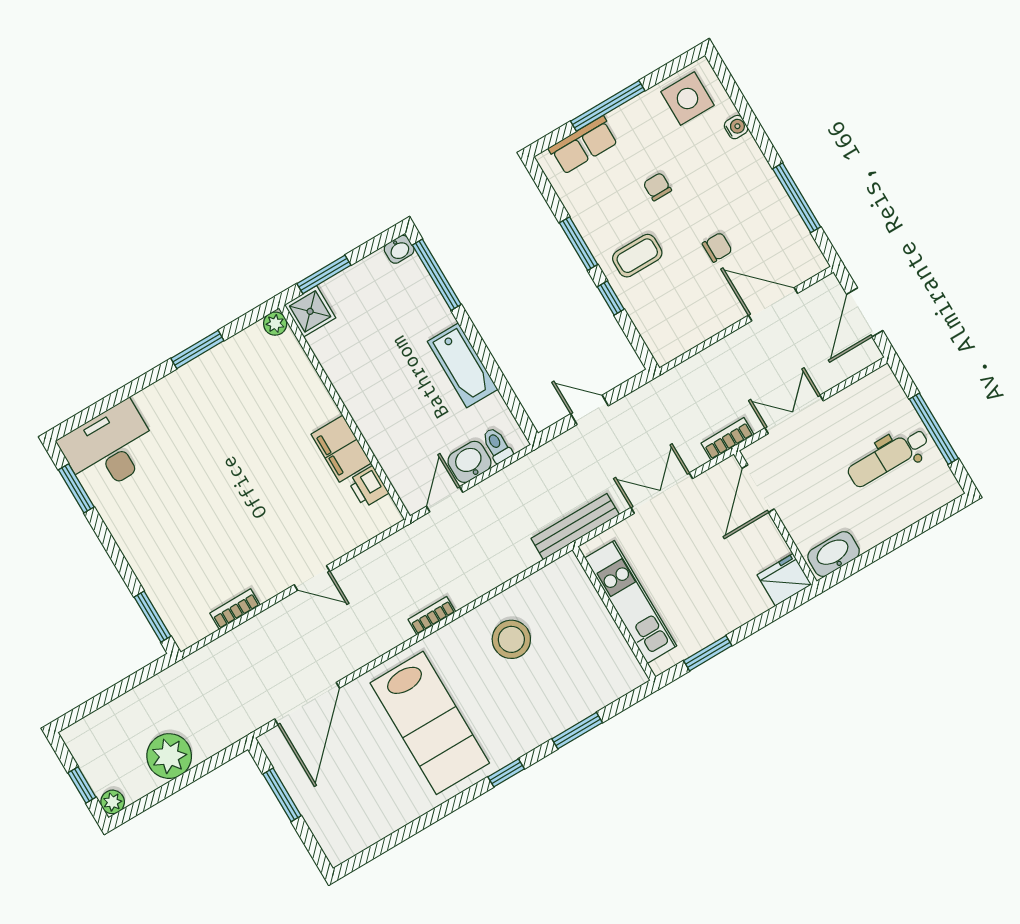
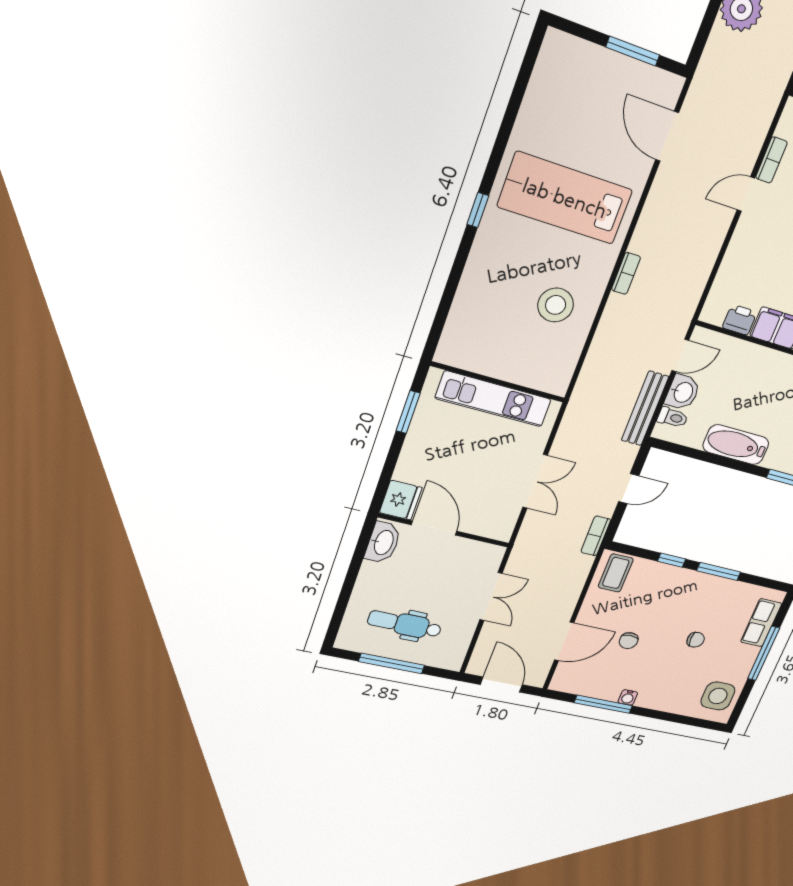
water cooler: (736, 127) -> (628, 697), moved
coffee table: (637, 256) -> (616, 573), moved
bookcase: (728, 439) -> (596, 536), moved, turned 180
dental chair: (888, 458) -> (405, 624), turned -90
door: (758, 489) -> (434, 528), moved
door: (445, 499) -> (680, 355), hinge flipped
bench: (575, 527) -> (645, 408), moved
door: (312, 578) -> (746, 194), moved
door: (307, 704) -> (667, 136), width x0.73
window: (577, 731) -> (452, 283), removed

